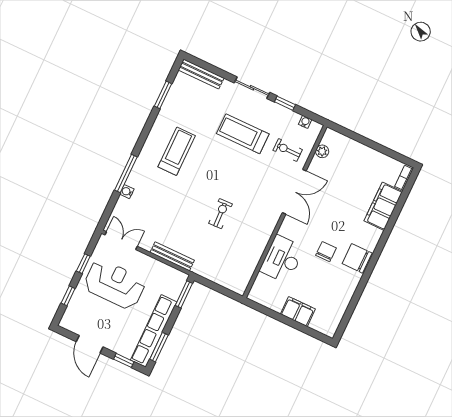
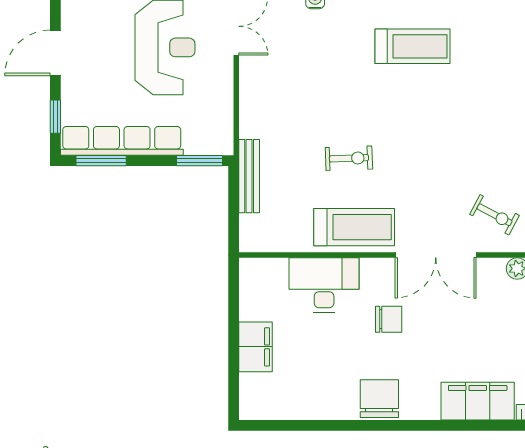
treadmill: (243, 134) -> (354, 227), moved, turned 90
exercise bike: (288, 150) -> (495, 215), turned 118
chair: (326, 252) -> (389, 319), moved
bench: (172, 256) -> (249, 176), moved

